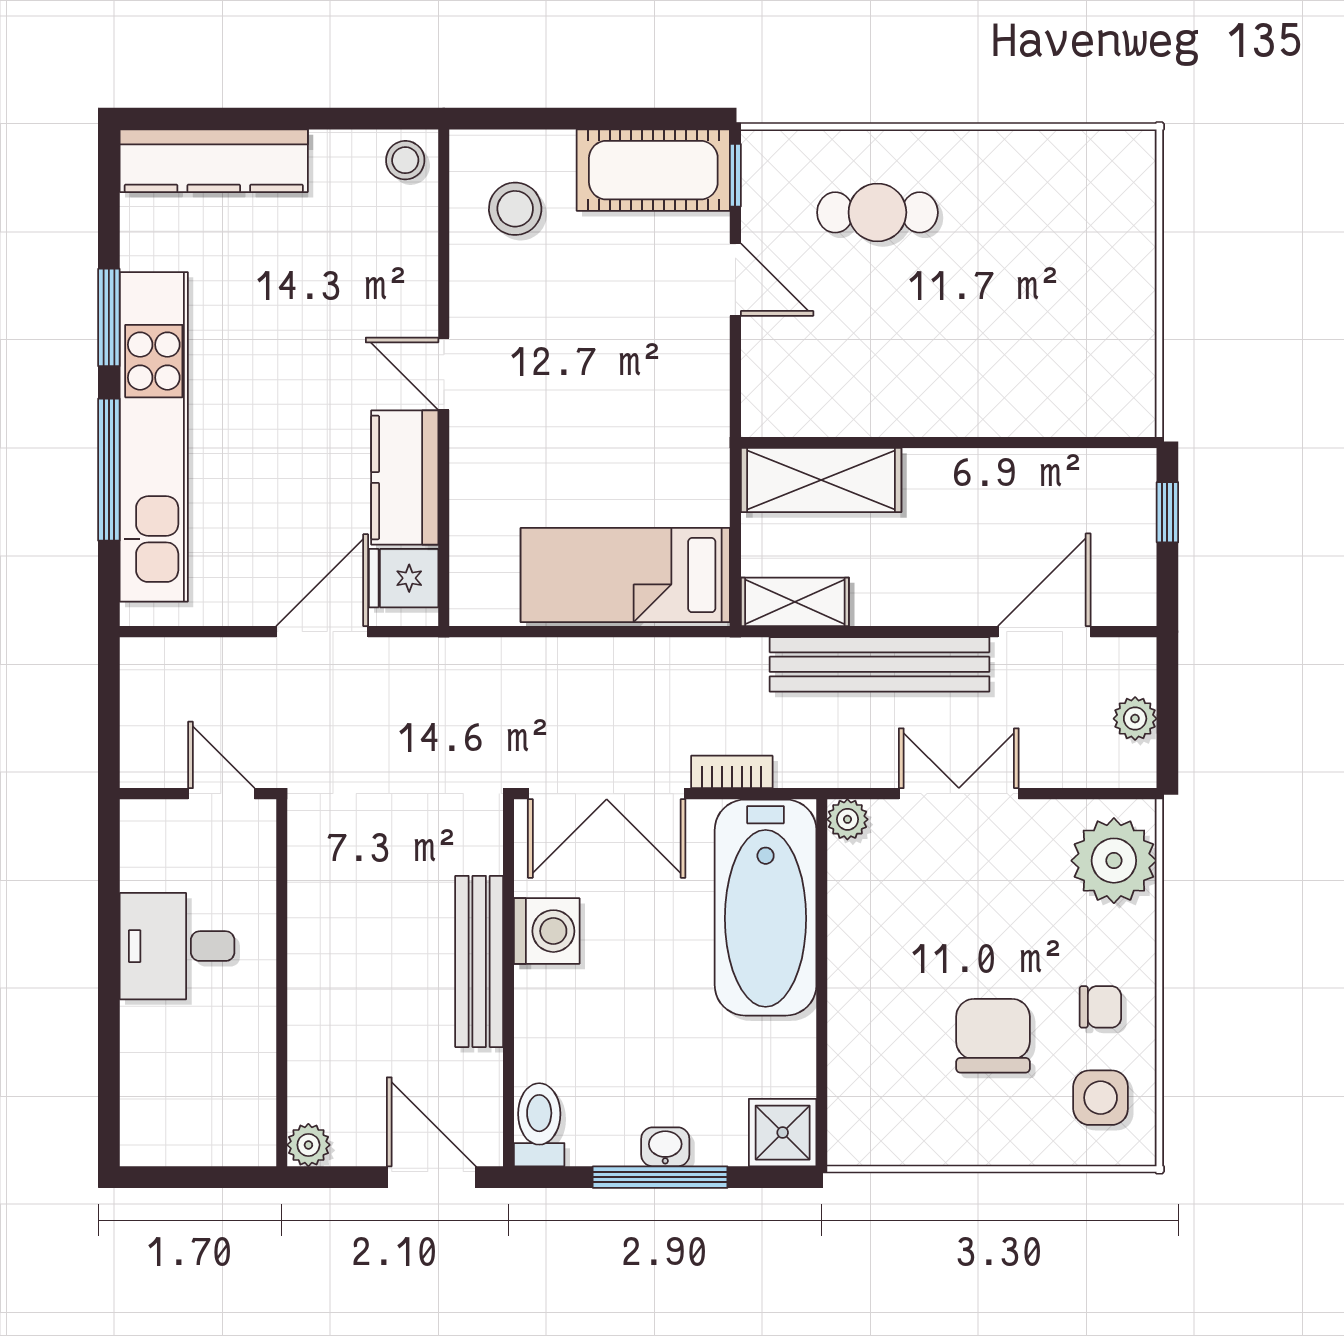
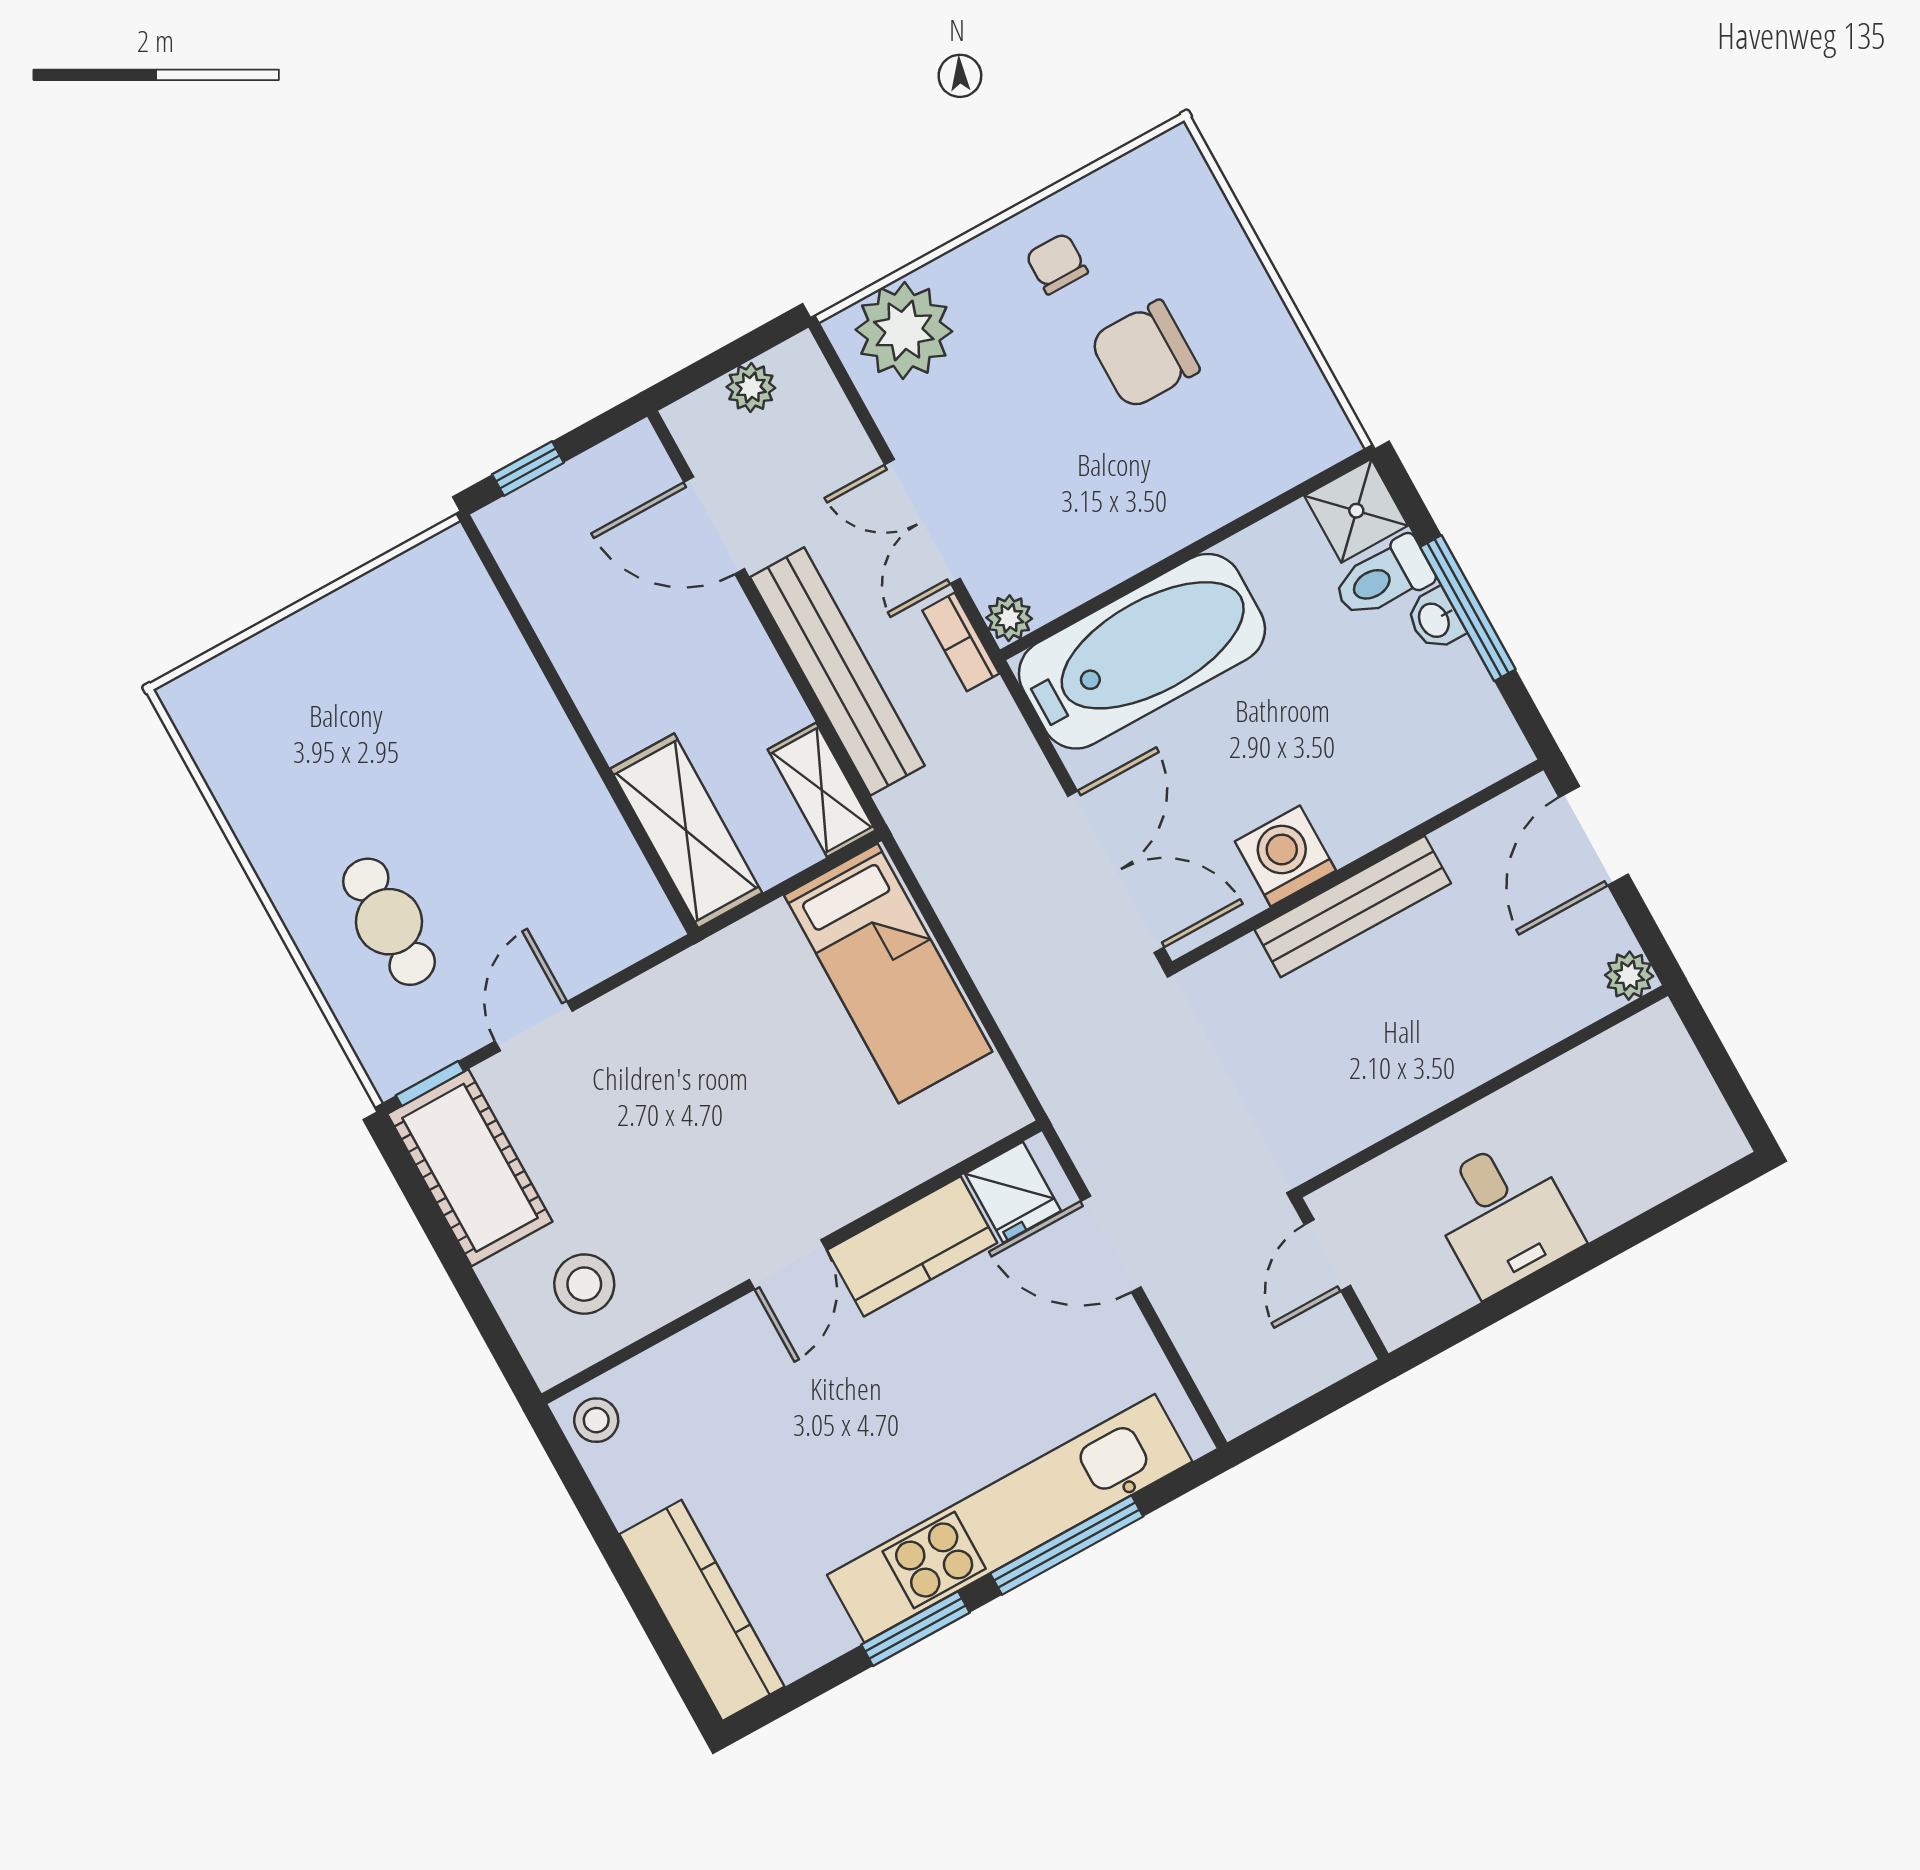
bookcase: (732, 772) -> (961, 642), moved
side table: (1101, 1098) -> (1147, 214), removed
toilet: (539, 1125) -> (1383, 578), moved

